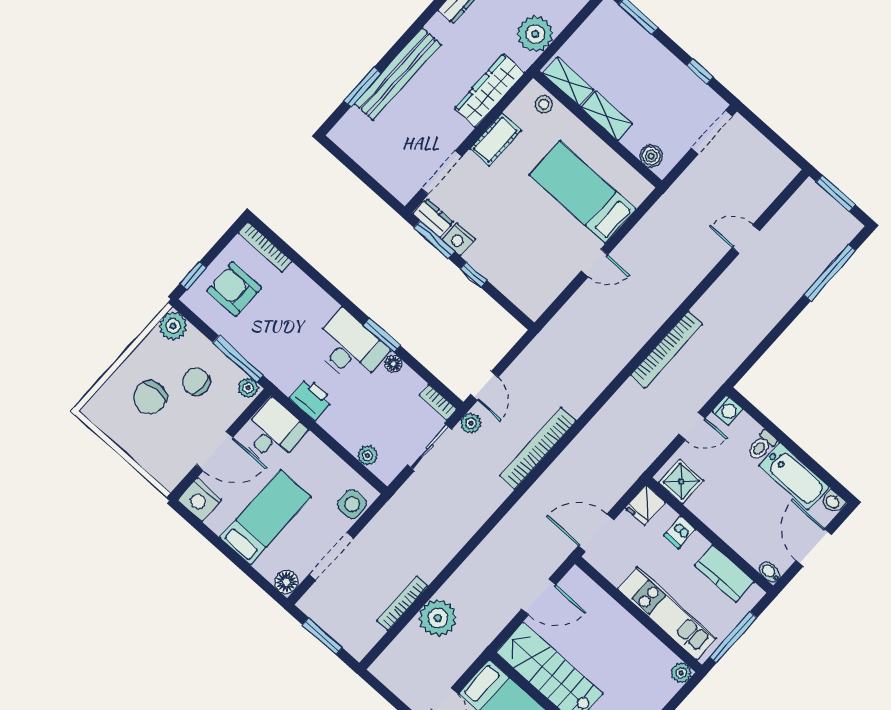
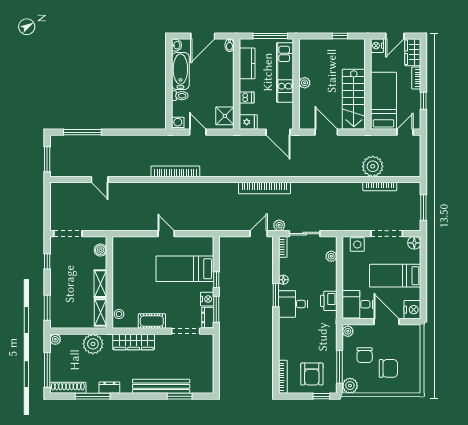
bed: (583, 192) -> (185, 269), moved, turned 90
desk: (350, 348) -> (293, 304), width x0.73
window: (238, 359) -> (339, 367), moved
plant: (681, 673) -> (305, 83), moved

